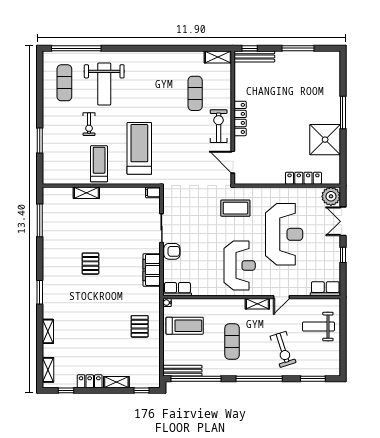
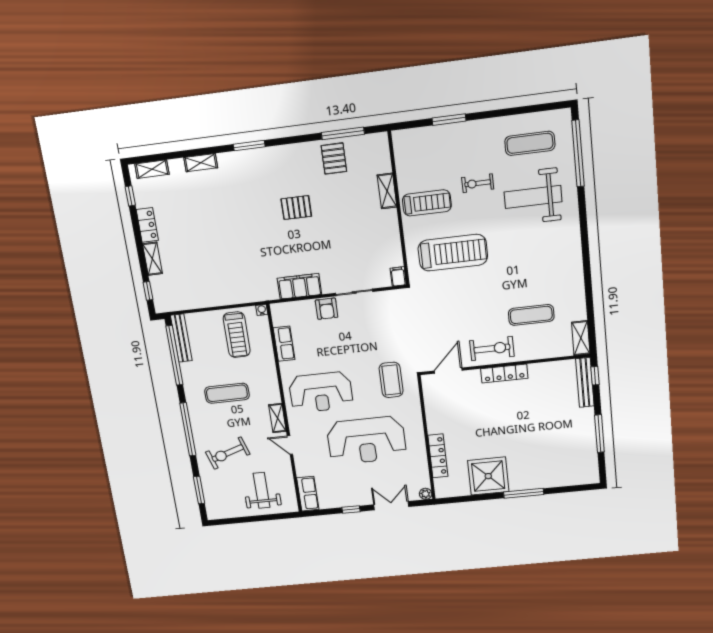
plant: (331, 196) -> (426, 494), width x0.53, depth x0.53
row of seats: (177, 289) -> (284, 344), moved
pallet: (140, 326) -> (334, 159), moved, turned 90

